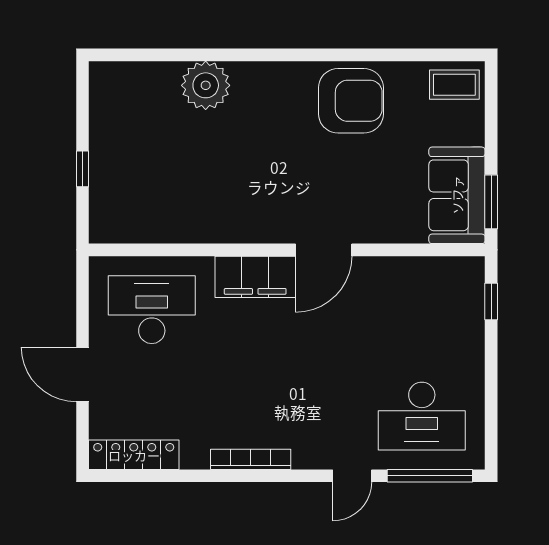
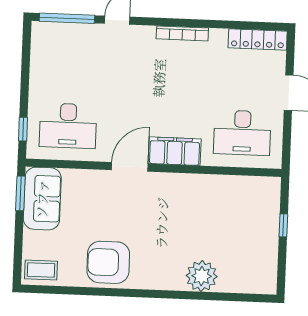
desk: (422, 416) -> (68, 126), moved, turned 180

